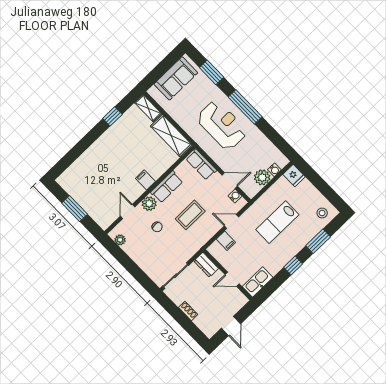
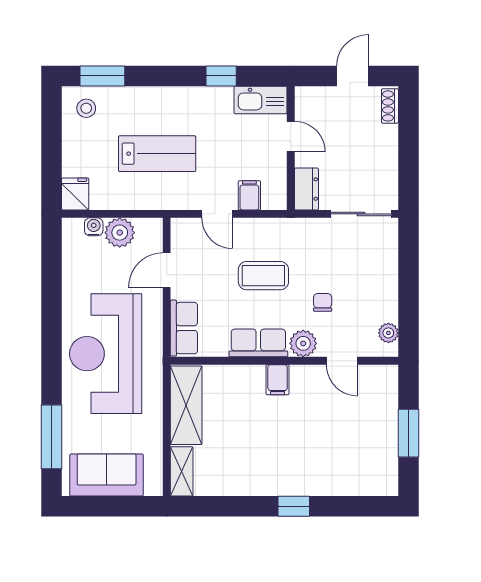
window: (212, 72) -> (51, 437), width x1.44
window: (245, 107) -> (51, 348), removed
window: (112, 116) -> (294, 506), moved
reception desk: (222, 125) -> (106, 354), width x1.36, depth x1.30
door: (230, 181) -> (167, 270), hinge flipped
water cooler: (235, 196) -> (180, 243), removed
door: (128, 211) -> (342, 361), hinge flipped
window: (318, 241) -> (102, 76), moved
window: (293, 266) -> (221, 76), moved
shoe rack: (188, 311) -> (390, 106), moved

